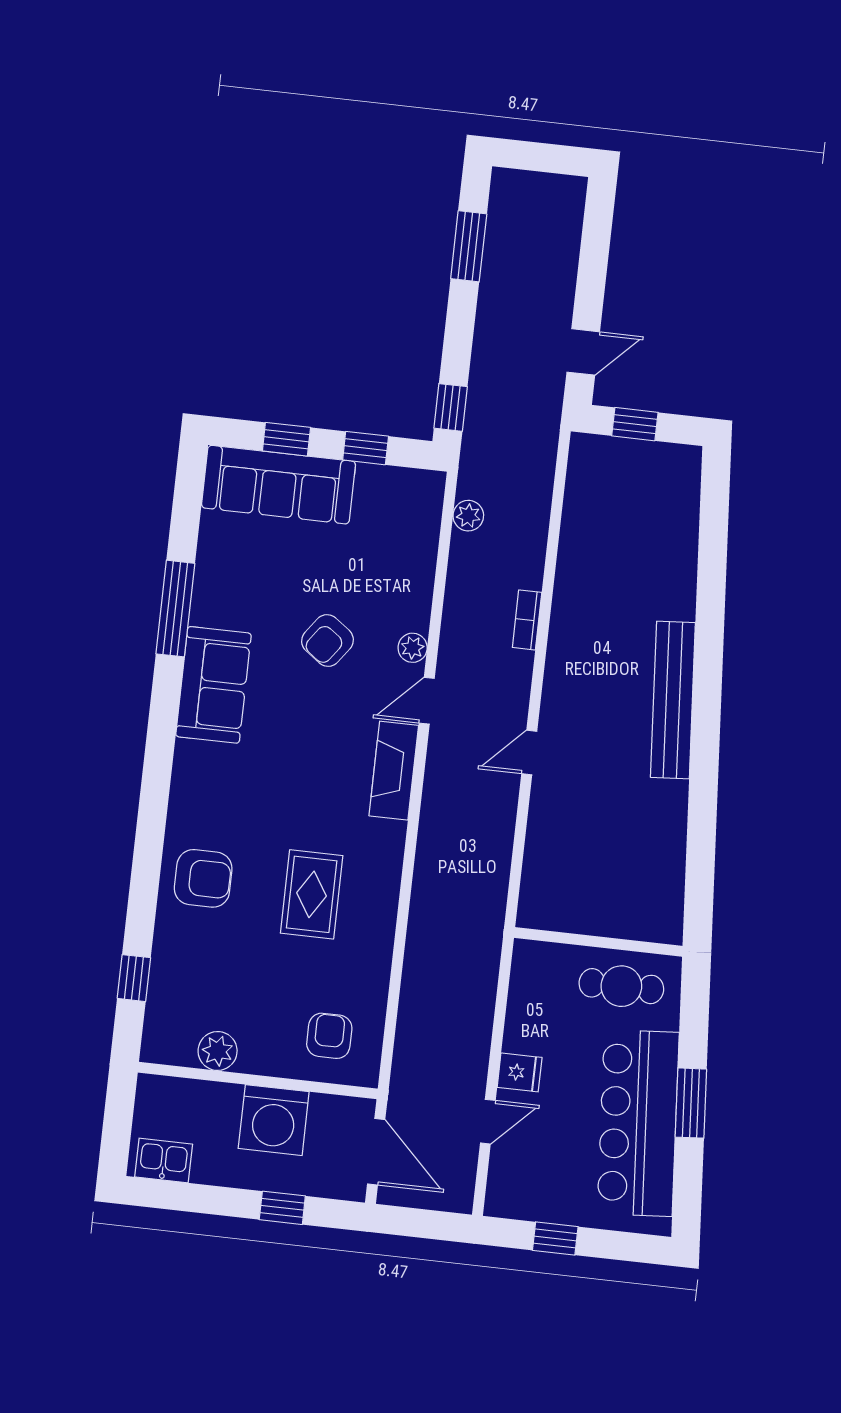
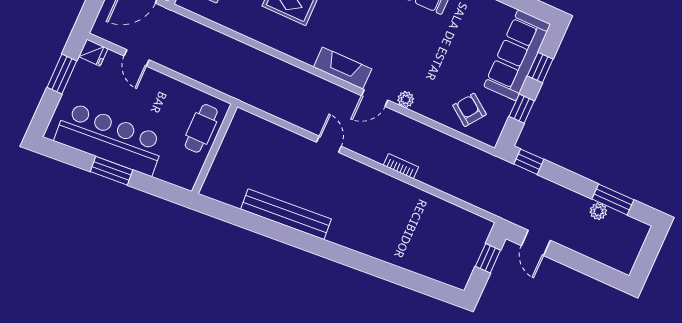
plant: (468, 516) -> (598, 211), moved
armchair: (328, 641) -> (469, 110), moved
bench: (673, 700) -> (286, 214), moved
door: (427, 701) -> (375, 98), swing flipped
cafe table: (621, 986) -> (201, 128), moved
fridge: (520, 1072) -> (93, 53), moved, turned -90
window: (555, 1238) -> (62, 74), width x1.50

